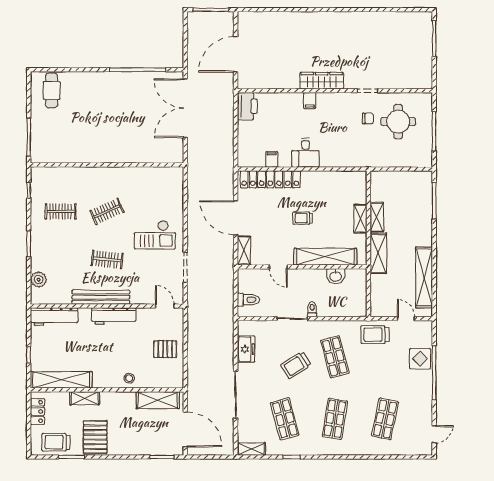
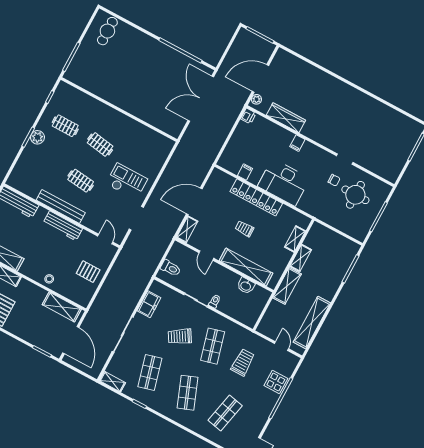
plant: (243, 78) -> (256, 99), added
wardrobe: (322, 81) -> (286, 118), moved
printer: (247, 106) -> (248, 116), width x0.53, depth x0.68
desk: (306, 153) -> (284, 182), width x1.87, depth x1.30
locker: (270, 179) -> (256, 197), moved
clothes rail: (107, 211) -> (100, 144), turned 33
door: (236, 218) -> (194, 201), hinge flipped
shelving: (360, 219) -> (295, 239), moved
checkout: (155, 235) -> (127, 181), turned 180
plant: (38, 280) -> (37, 137), moved
trolley: (375, 335) -> (243, 362), moved, turned 90
shop shelf: (335, 419) -> (187, 393), turned -30

